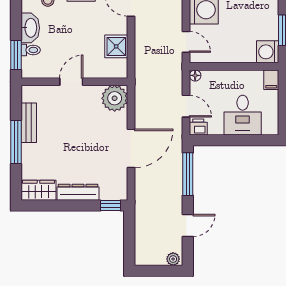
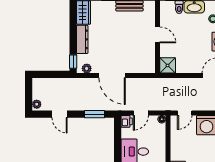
shower: (116, 46) -> (168, 65), moved
plant: (115, 98) -> (87, 68), moved, width x0.53, depth x0.53
window: (188, 174) -> (94, 114), width x0.69

